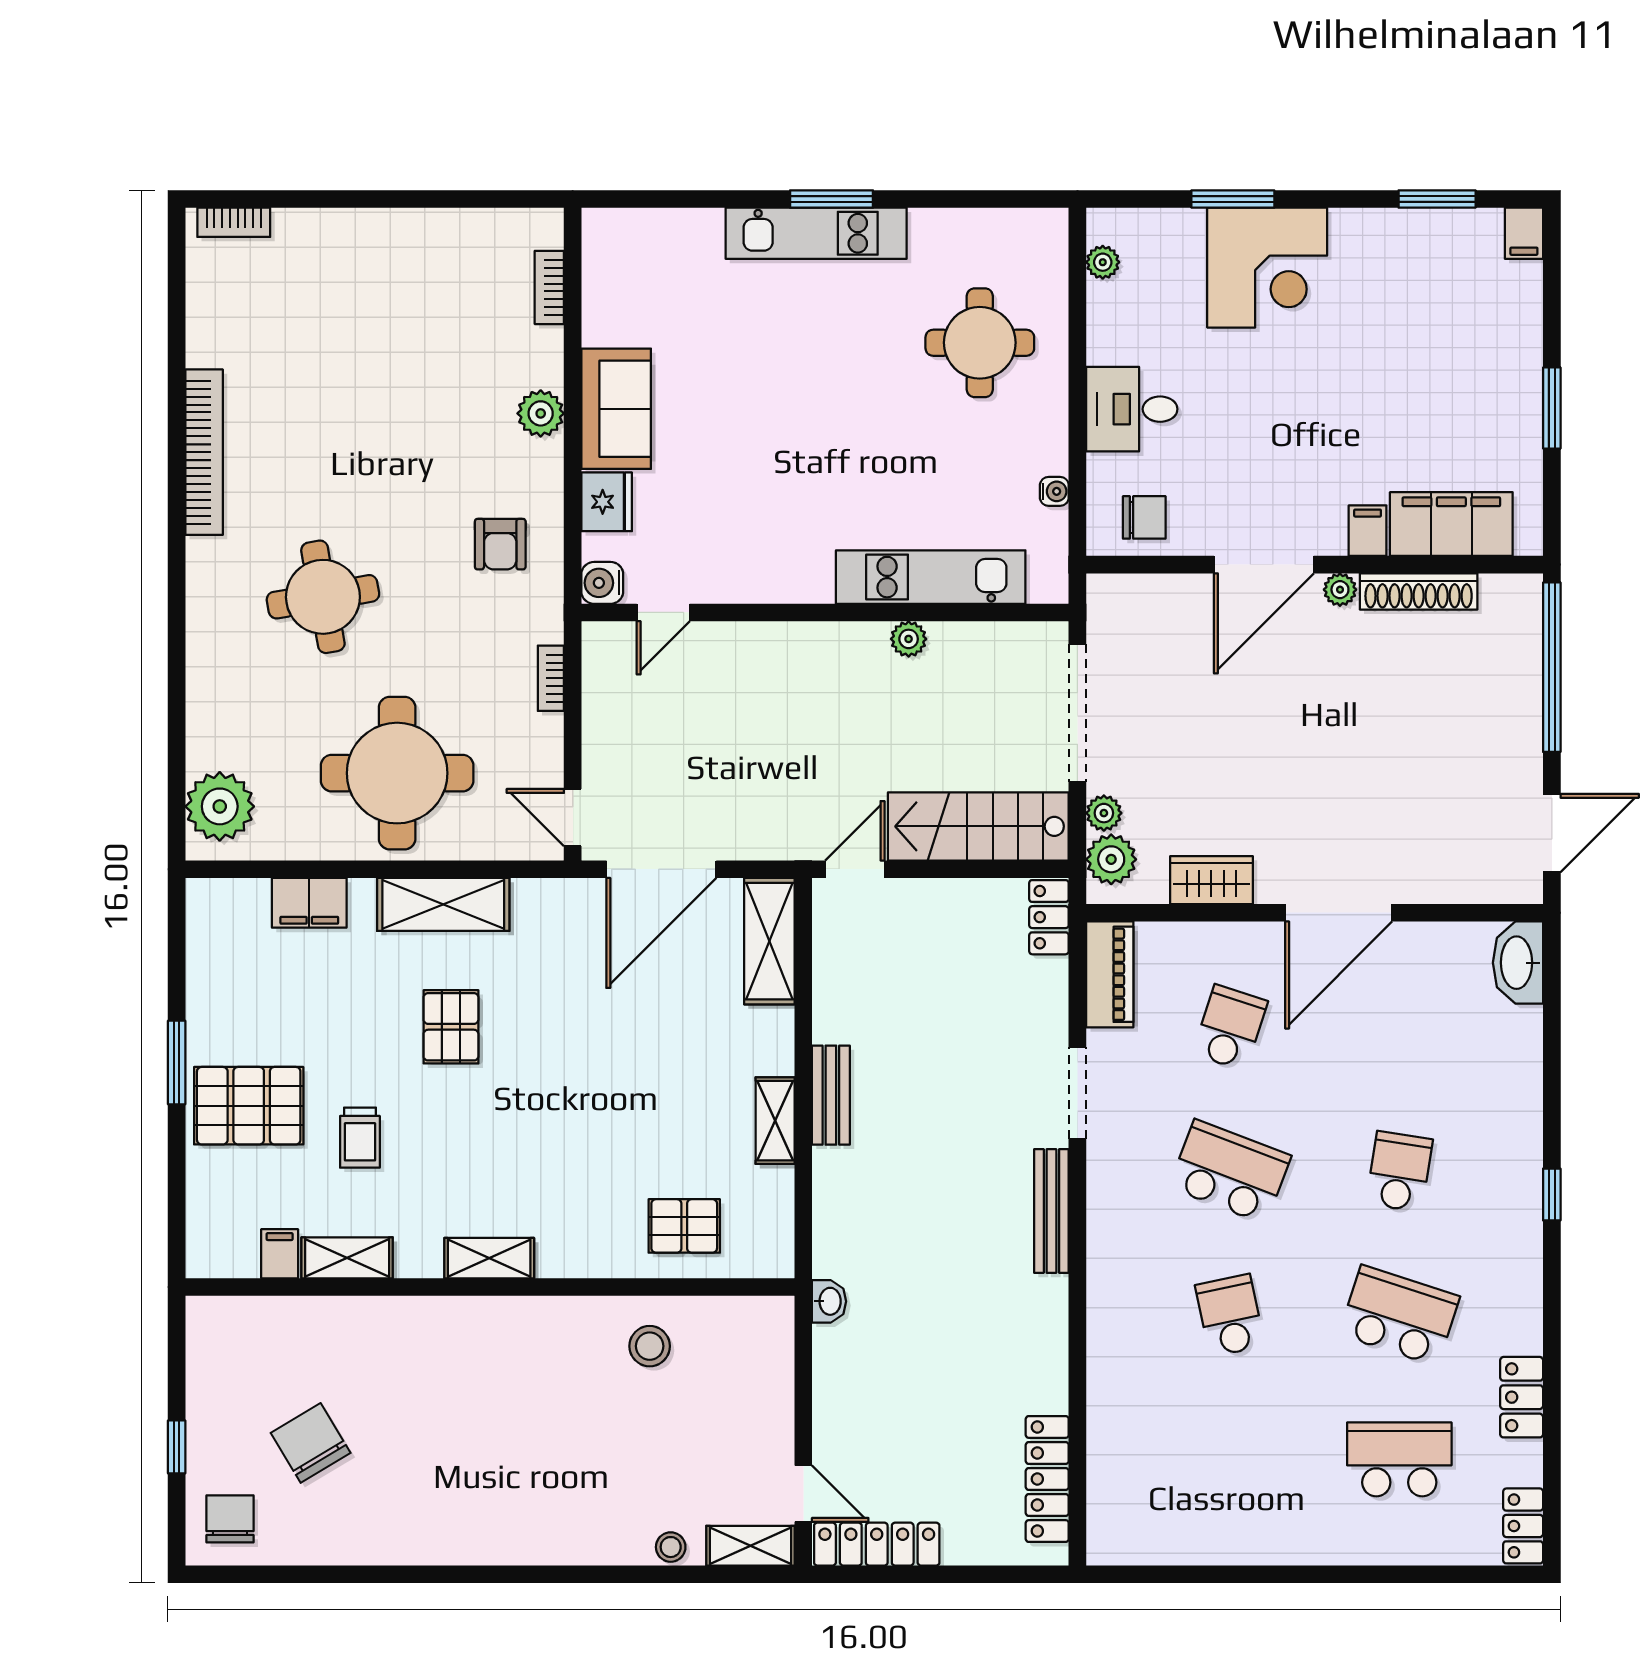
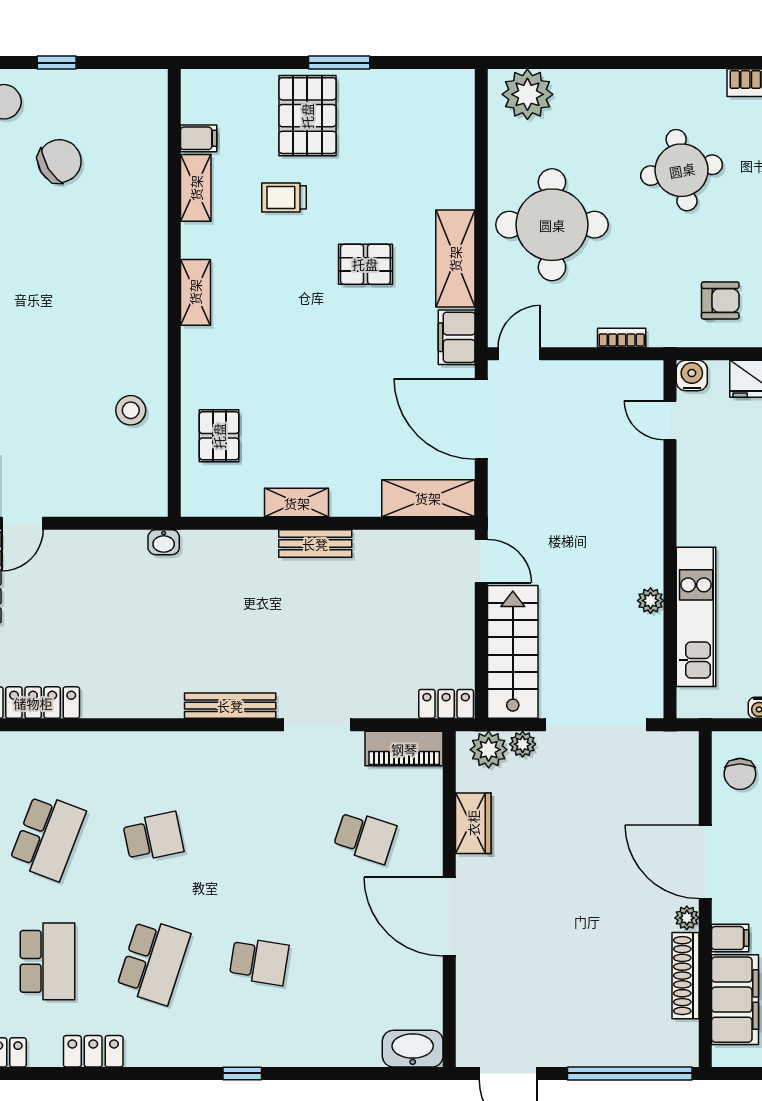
armchair: (500, 544) -> (720, 300), turned 180
filing cabinet: (309, 903) -> (457, 337), moved
school desk: (1230, 1172) -> (47, 837), moved

